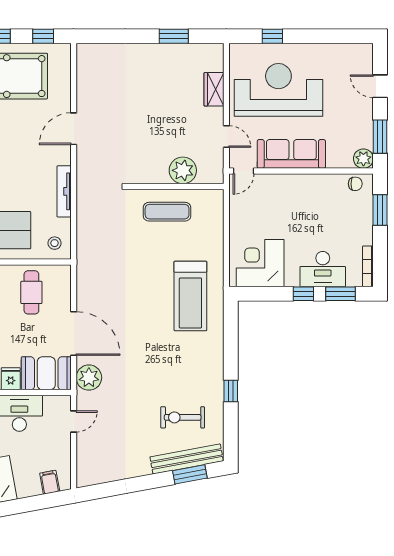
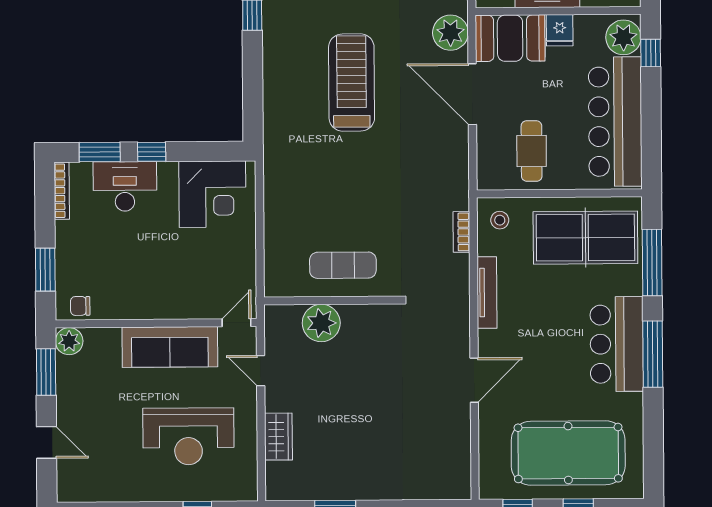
reception desk: (278, 90) -> (188, 436), width x0.74, depth x0.77
bookcase: (82, 235) -> (461, 232), added
treadmill: (190, 296) -> (352, 83), moved

